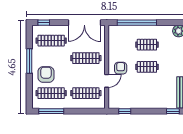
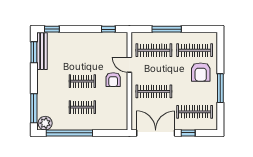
window: (44, 23) -> (188, 133), moved
window: (137, 23) -> (69, 133), moved
door: (107, 81) -> (129, 65), hinge flipped
window: (51, 111) -> (167, 29), moved

